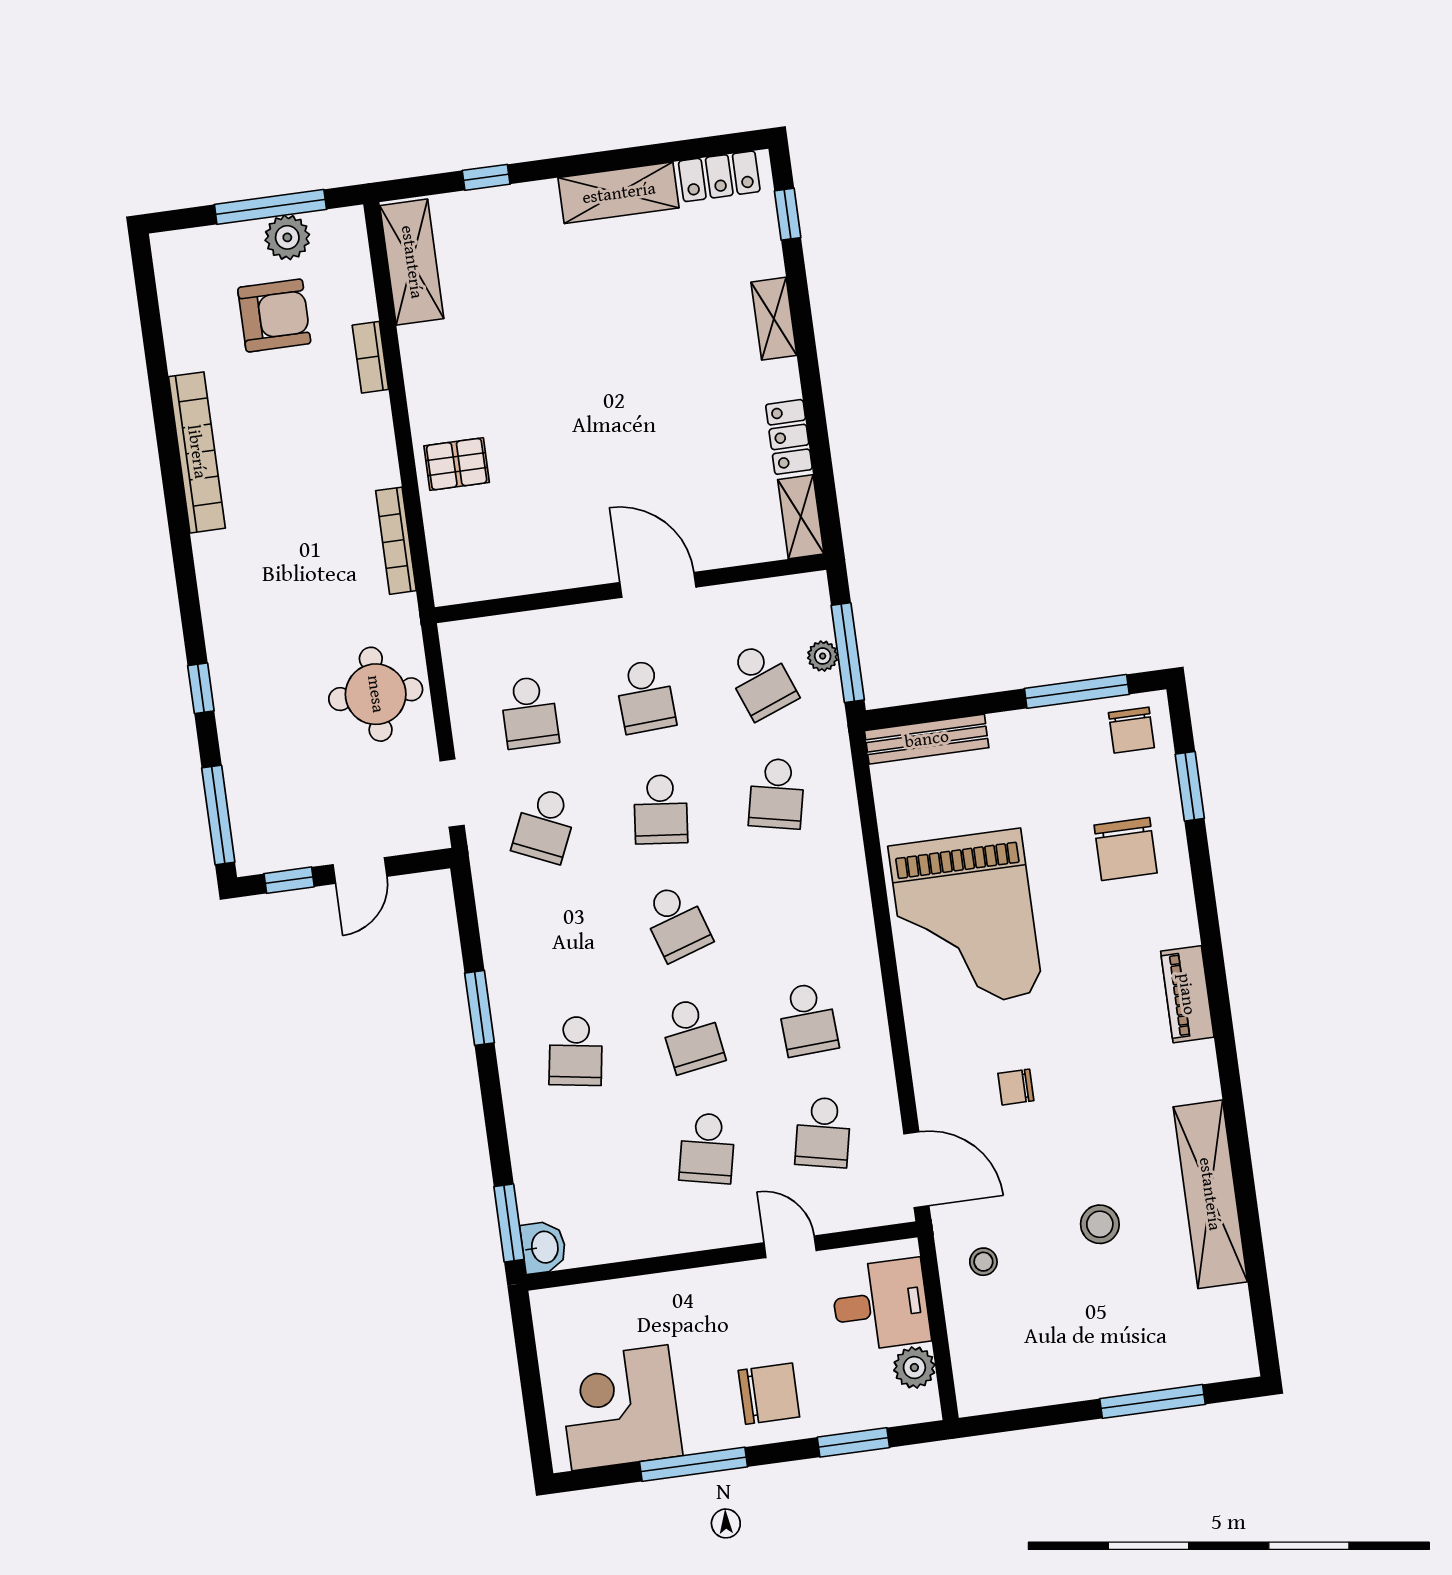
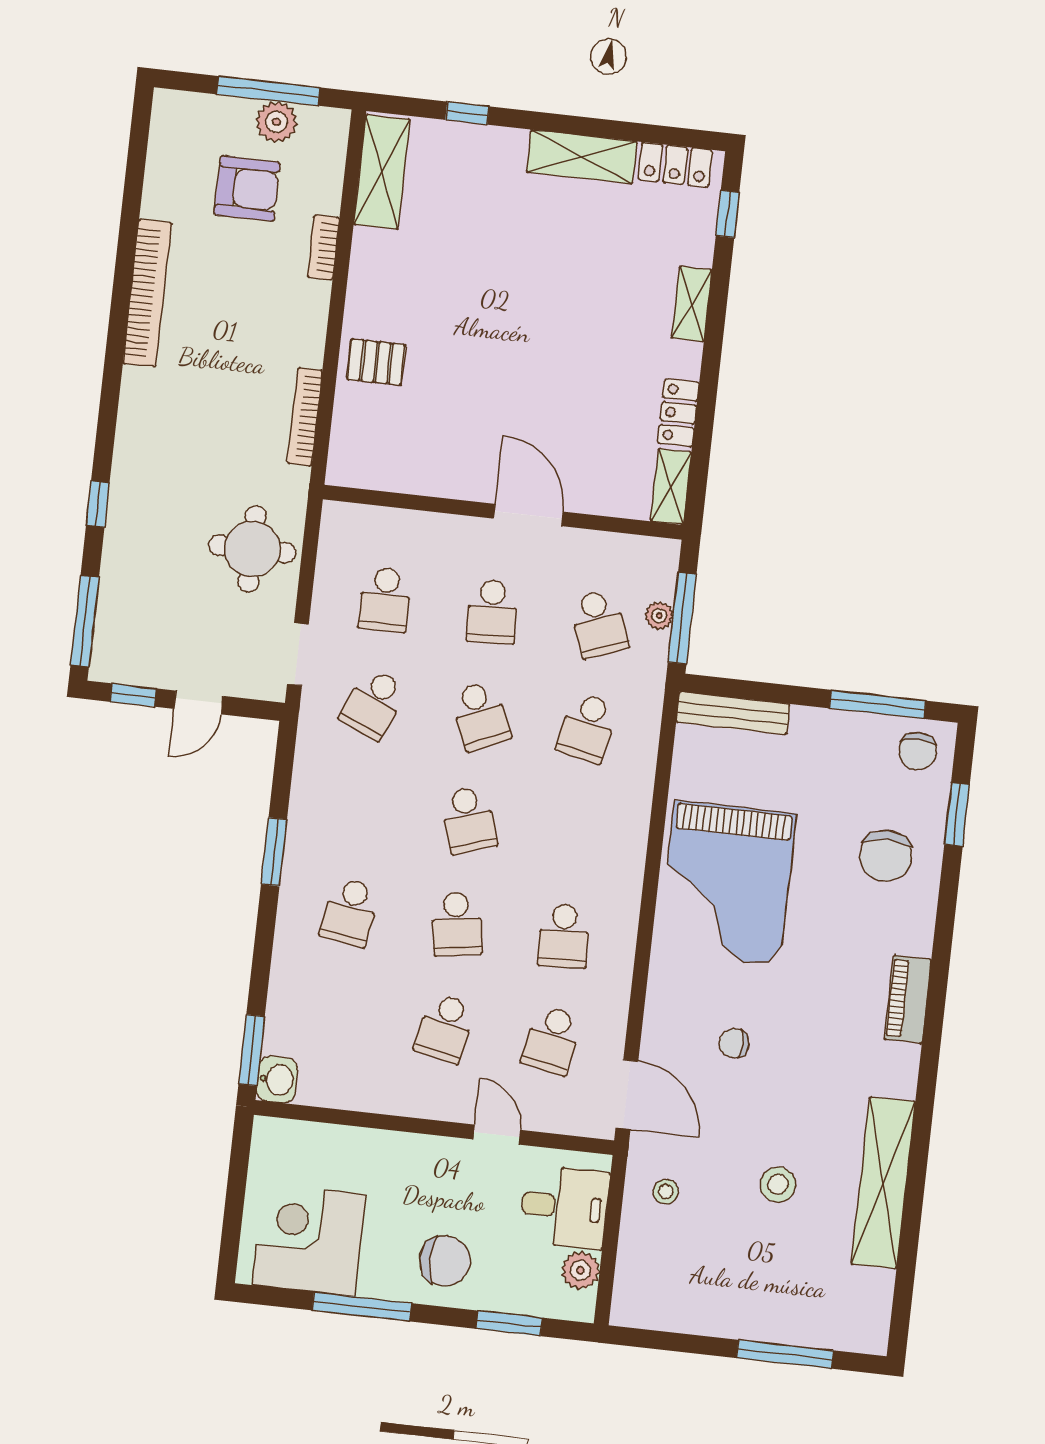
school desk: (661, 809) -> (480, 716), turned -30

